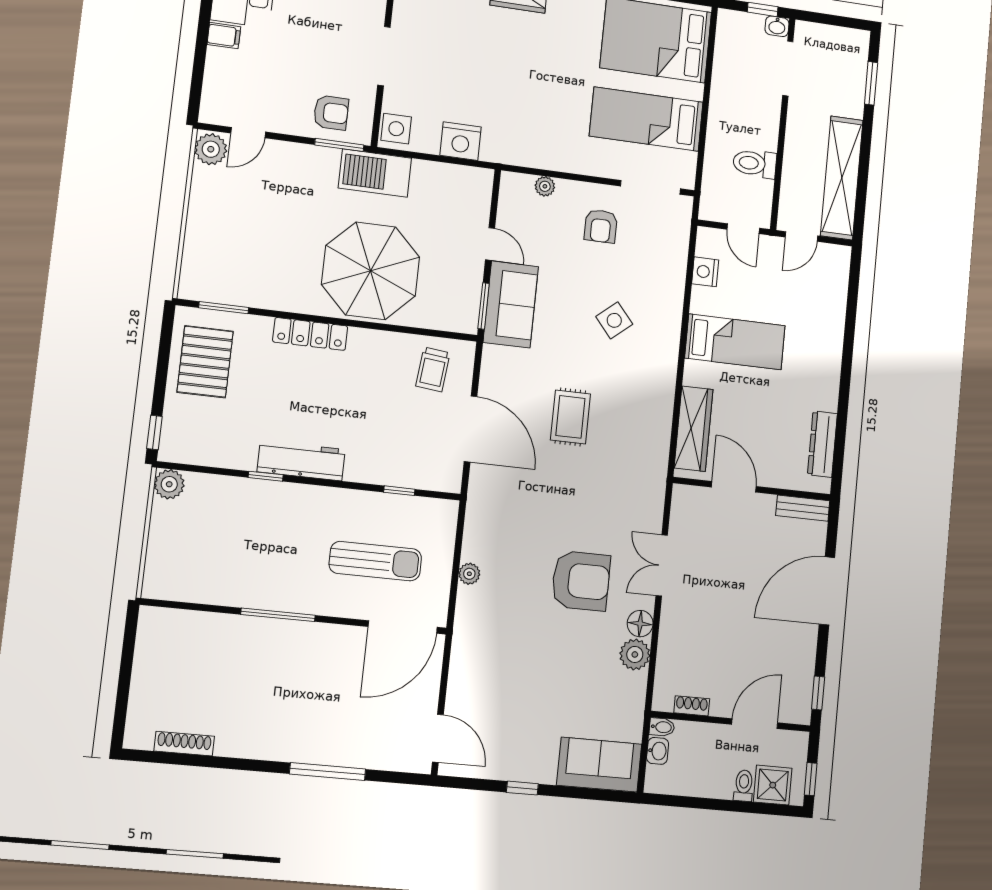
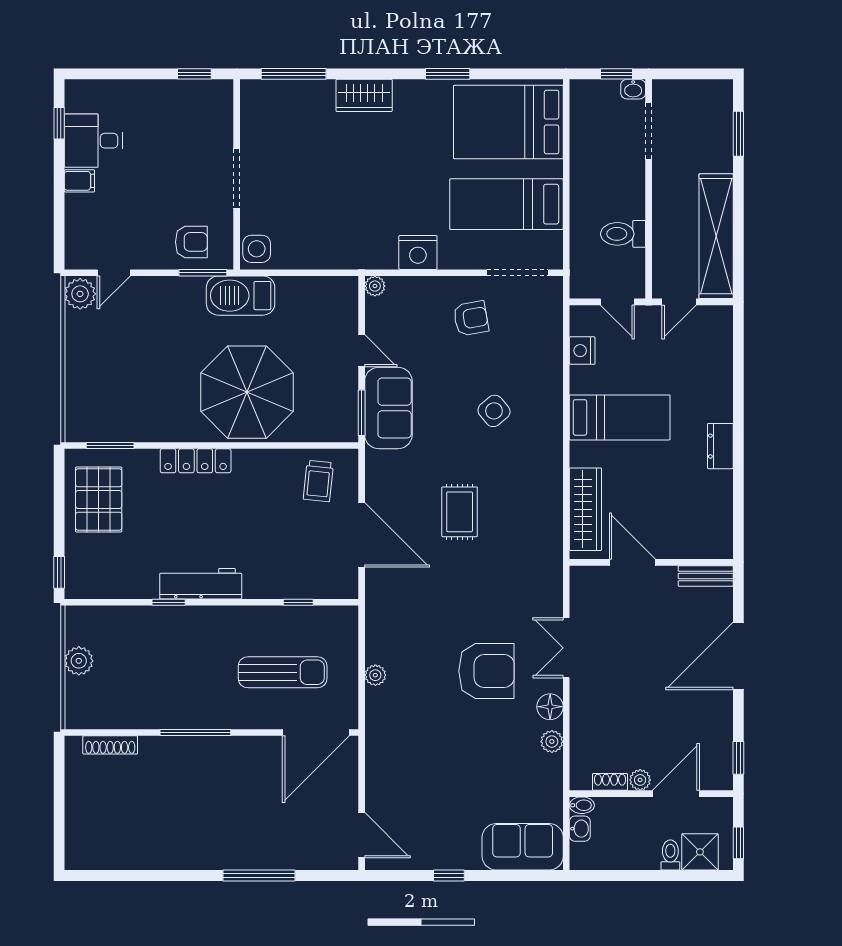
nightstand: (461, 141) -> (418, 252), moved
plant: (545, 186) -> (375, 286), moved
armchair: (601, 226) -> (471, 318), turned -100
dresser: (822, 444) -> (720, 446), moved, width x0.70
plant: (169, 484) -> (79, 661), moved
plant: (635, 654) -> (552, 742), width x0.73, depth x0.73
plant: (721, 706) -> (640, 780), added
shoe rack: (184, 744) -> (110, 745), moved, turned 180

